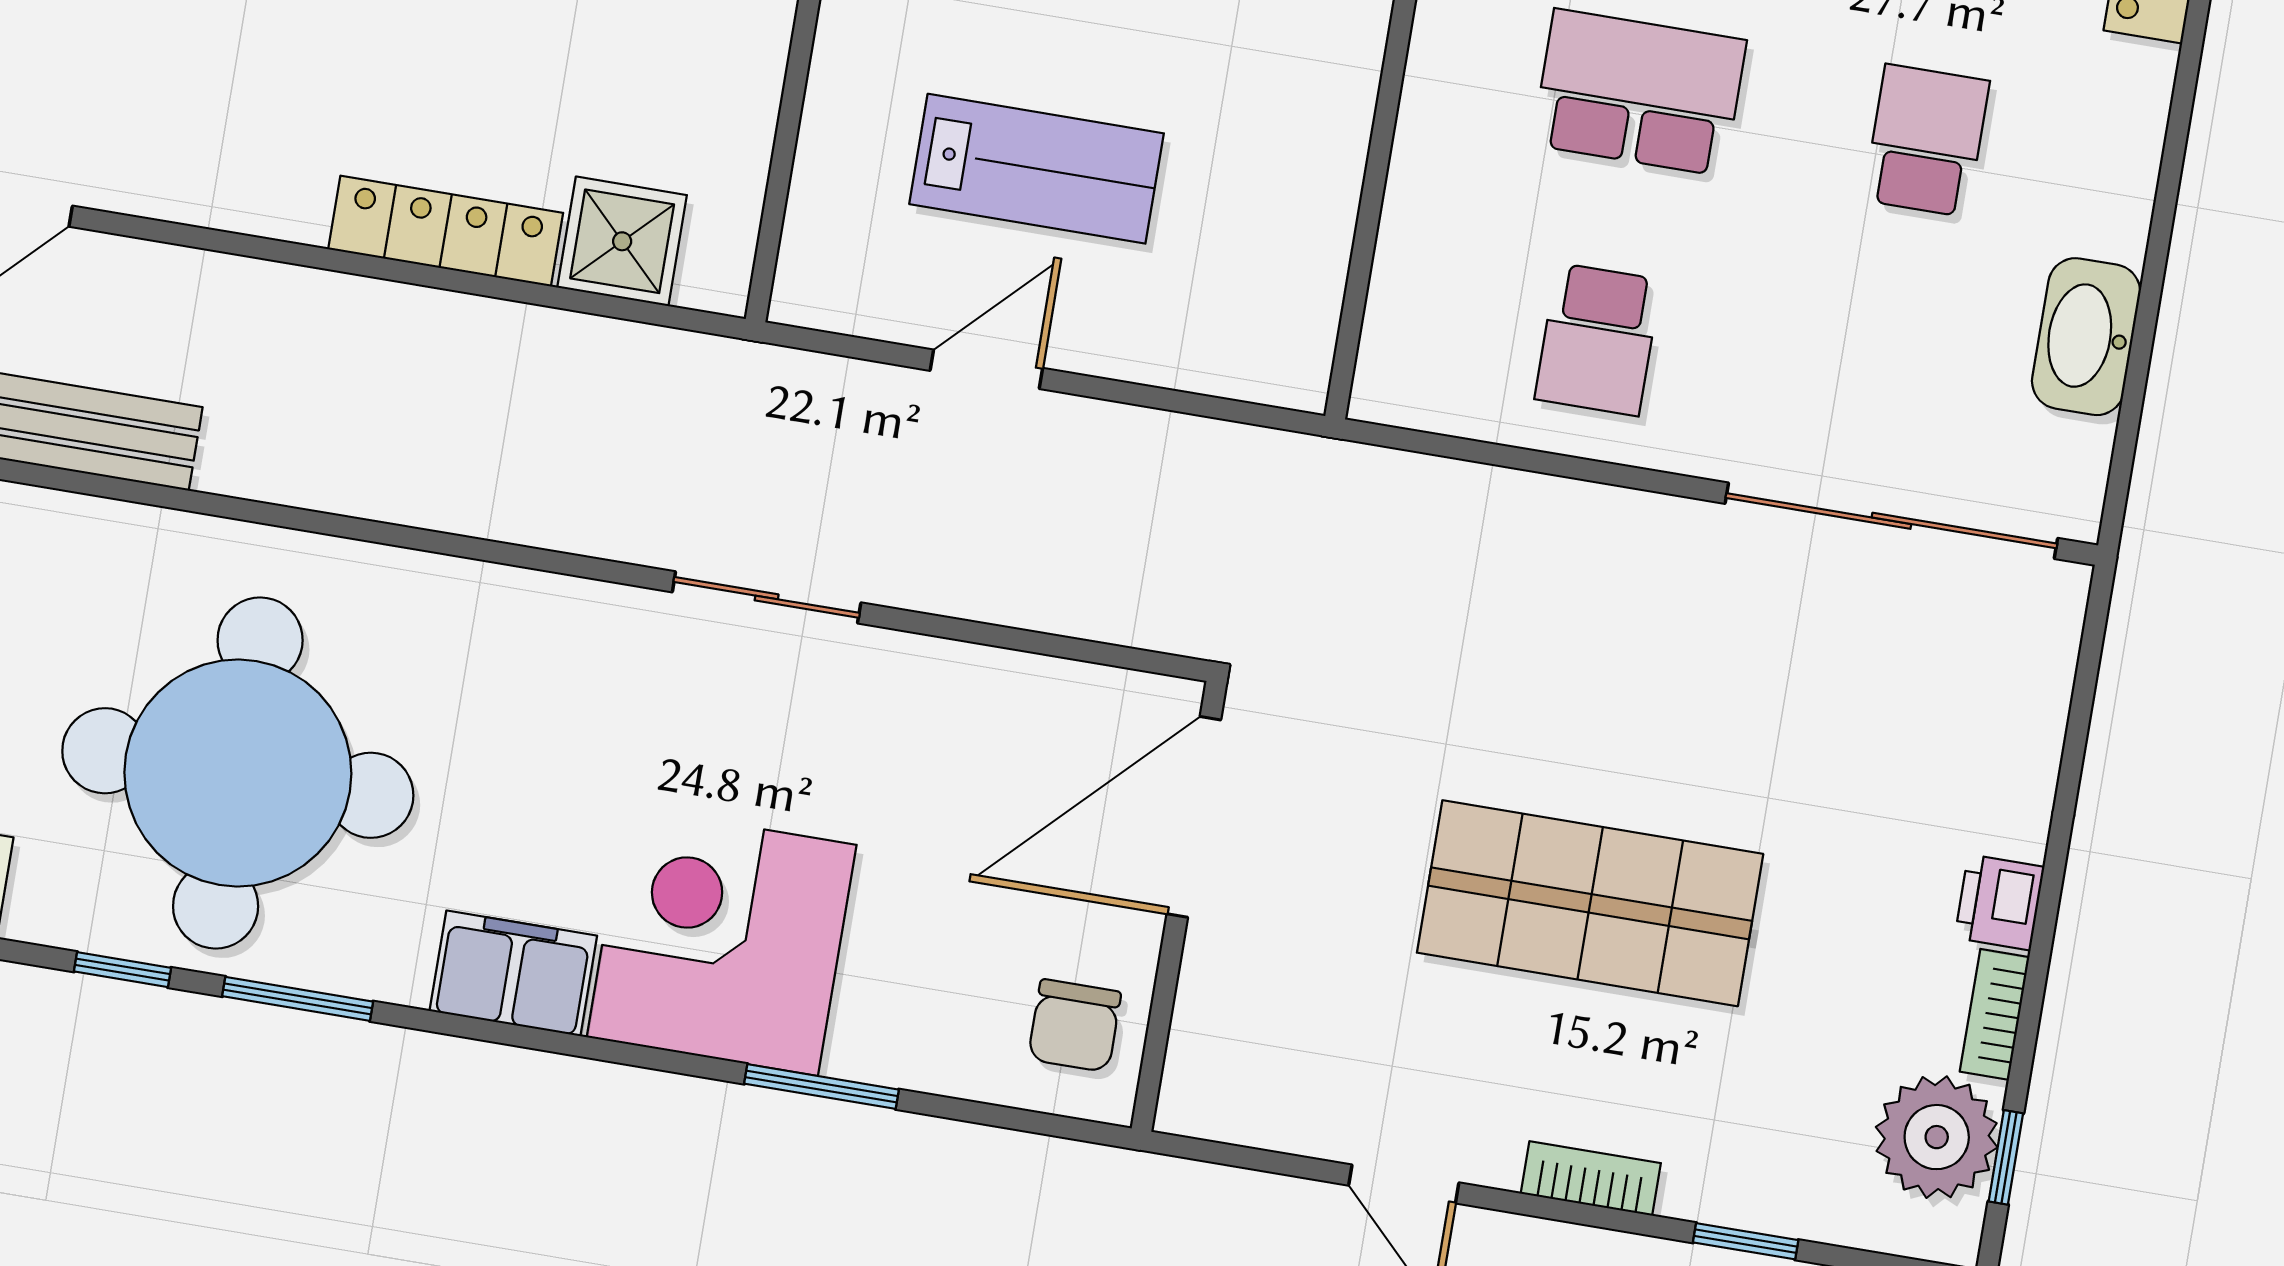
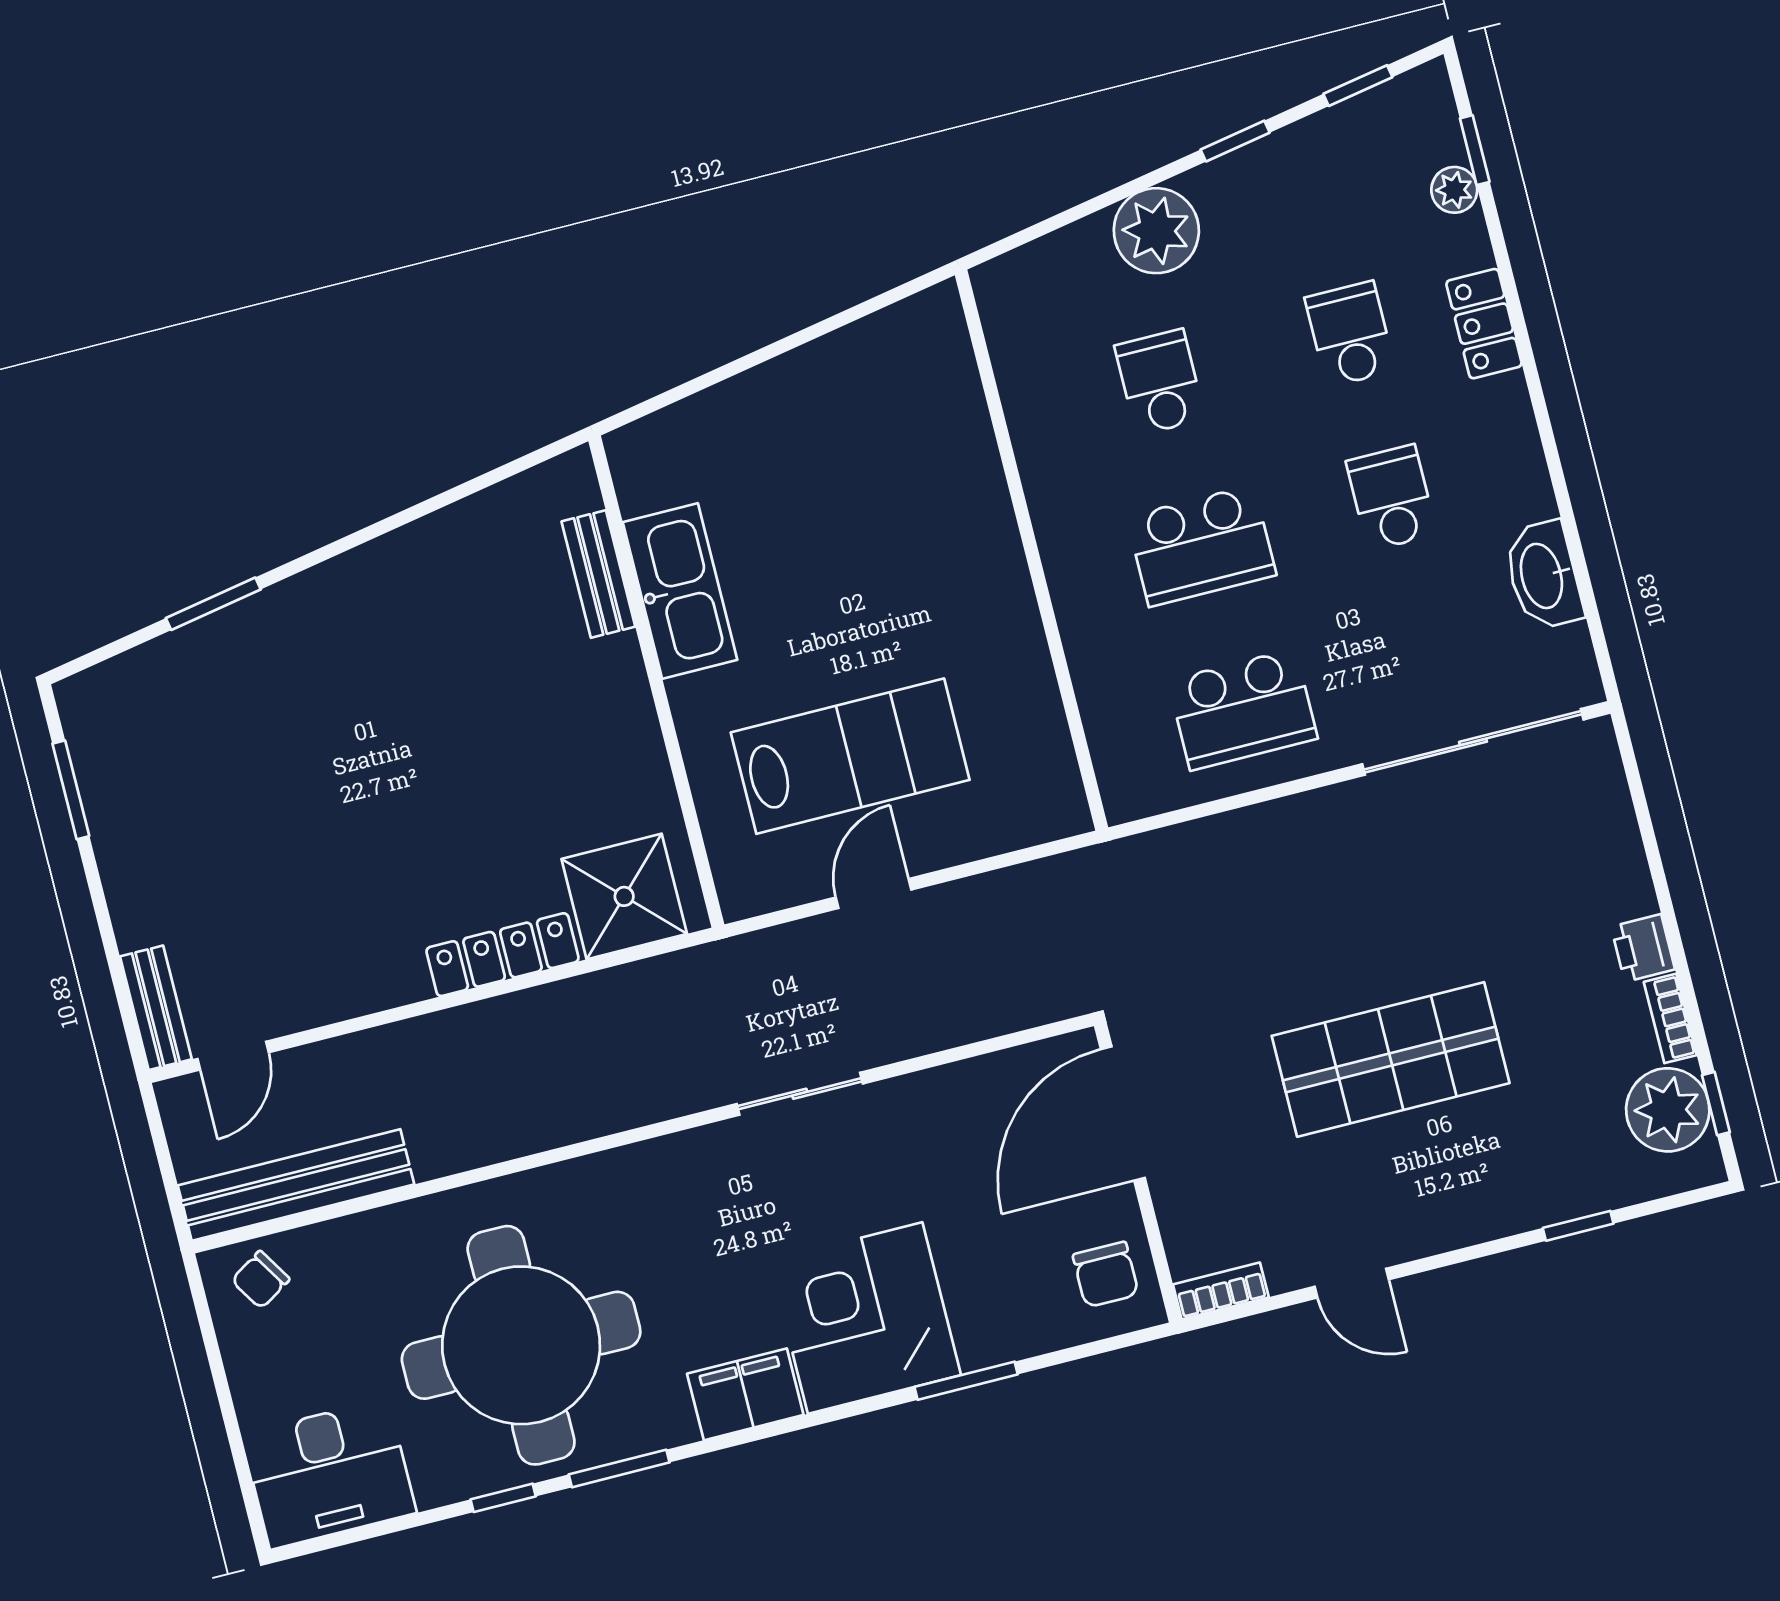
school desk: (1639, 92) -> (1201, 546), turned 180
lab bench: (1037, 169) -> (850, 756), width x1.36, depth x1.39
shower: (622, 241) -> (624, 896), width x1.36, depth x1.36
school desk: (1598, 339) -> (1243, 709), width x1.85
bookcase: (1591, 1178) -> (1221, 1291), moved

